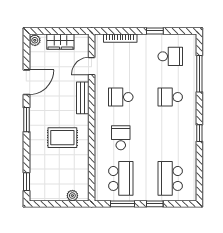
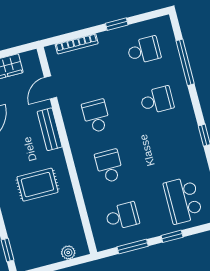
school desk: (121, 97) -> (96, 116), turned 90
school desk: (170, 97) -> (157, 100), turned 180
school desk: (121, 178) -> (122, 216), width x0.54

